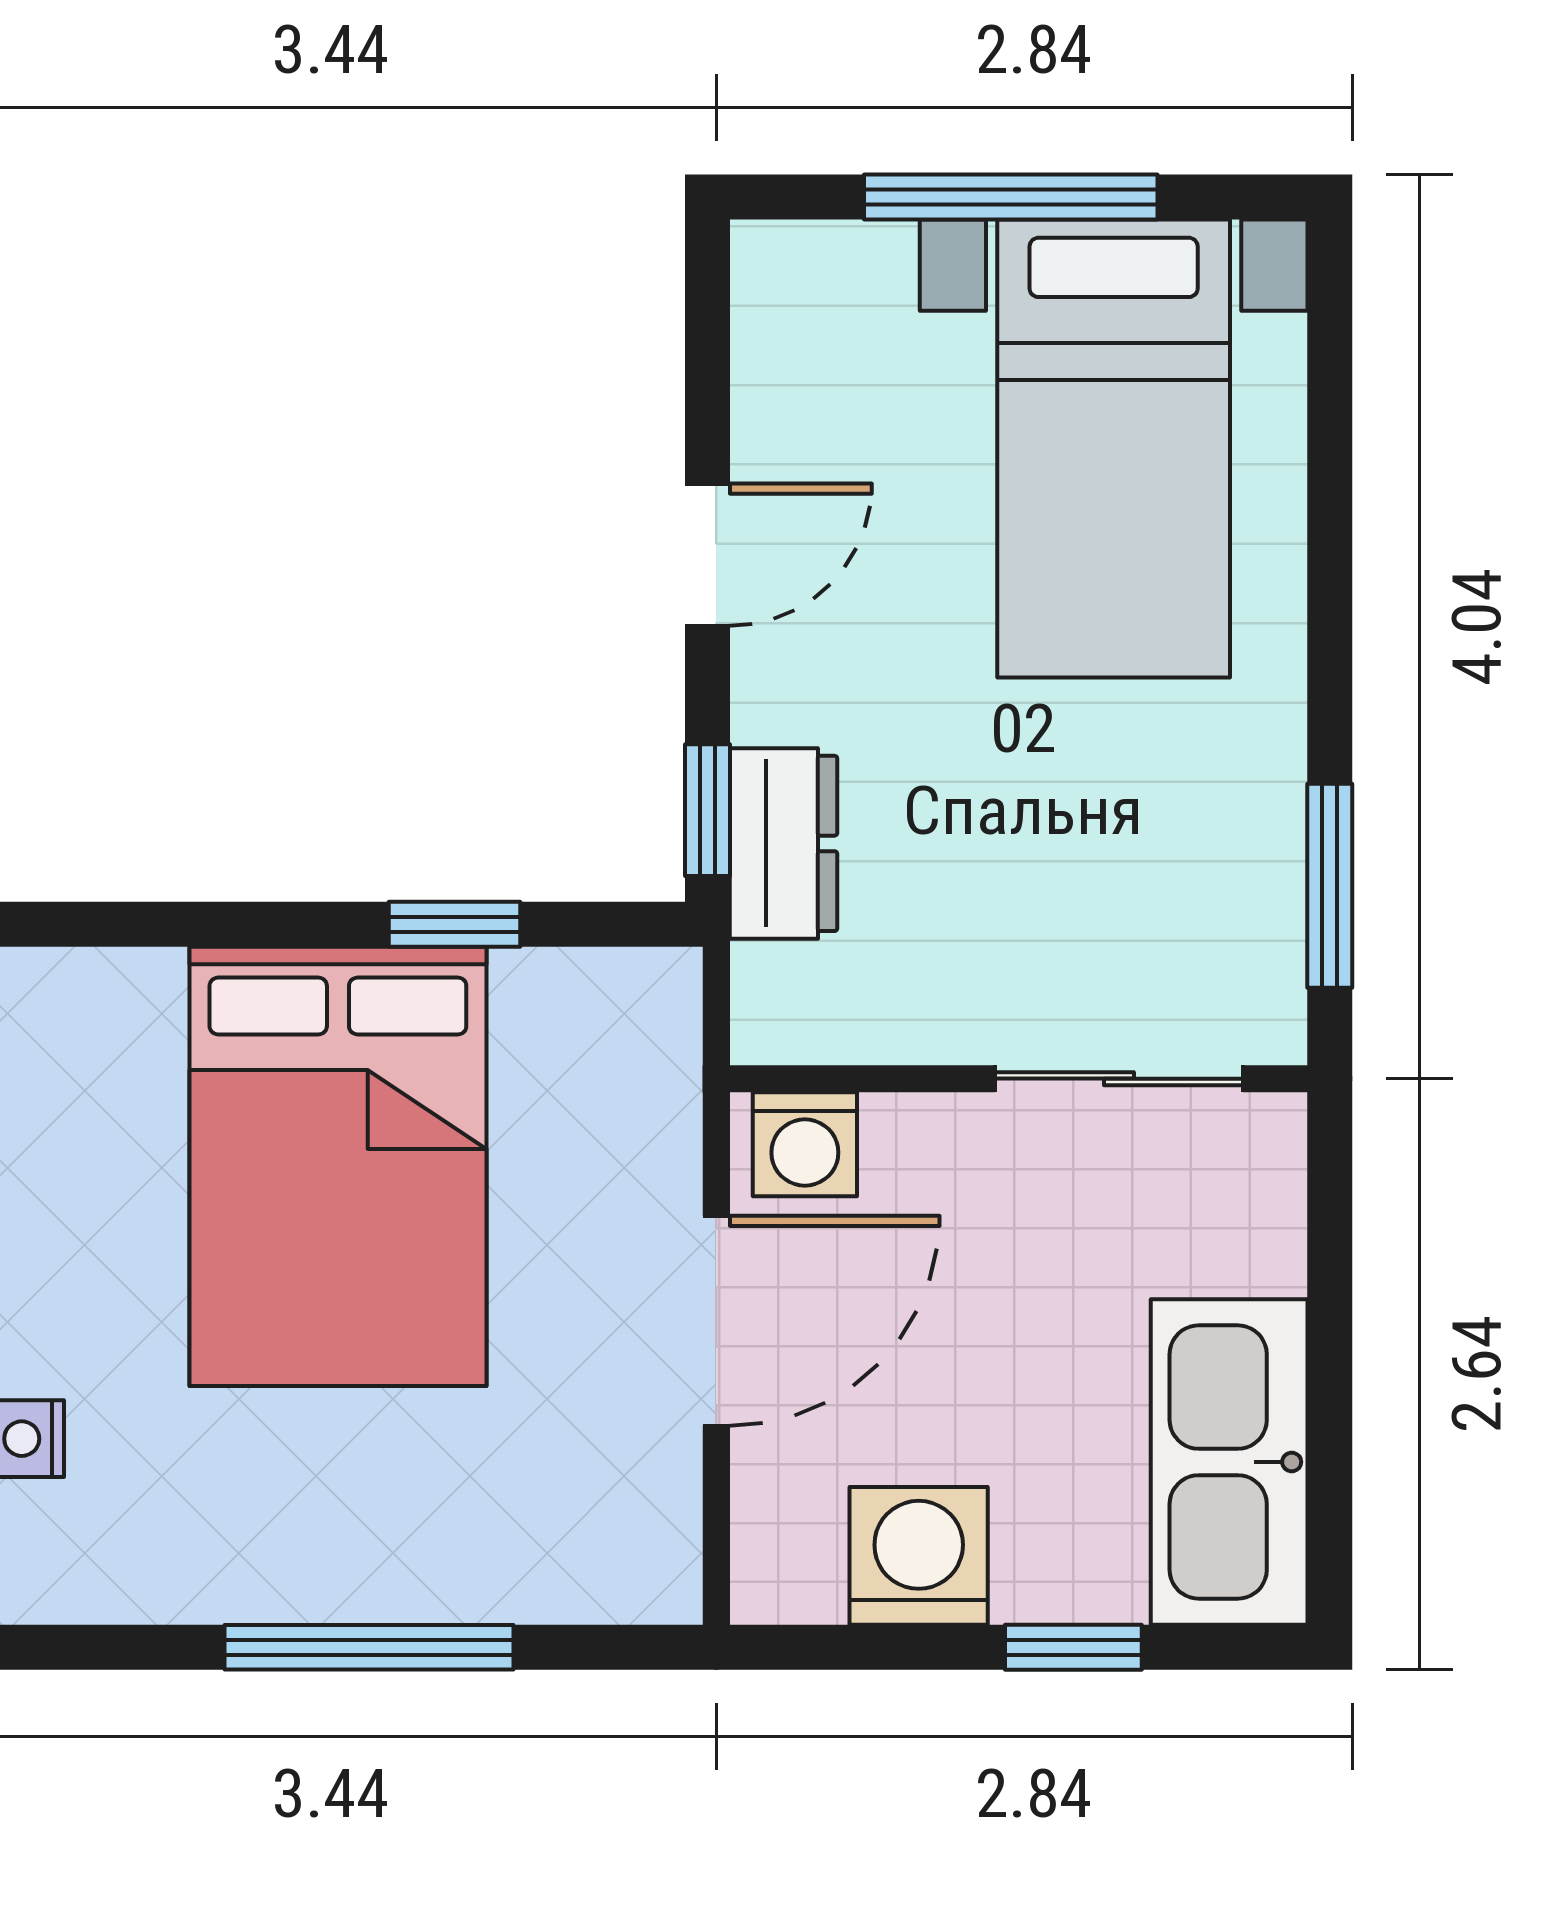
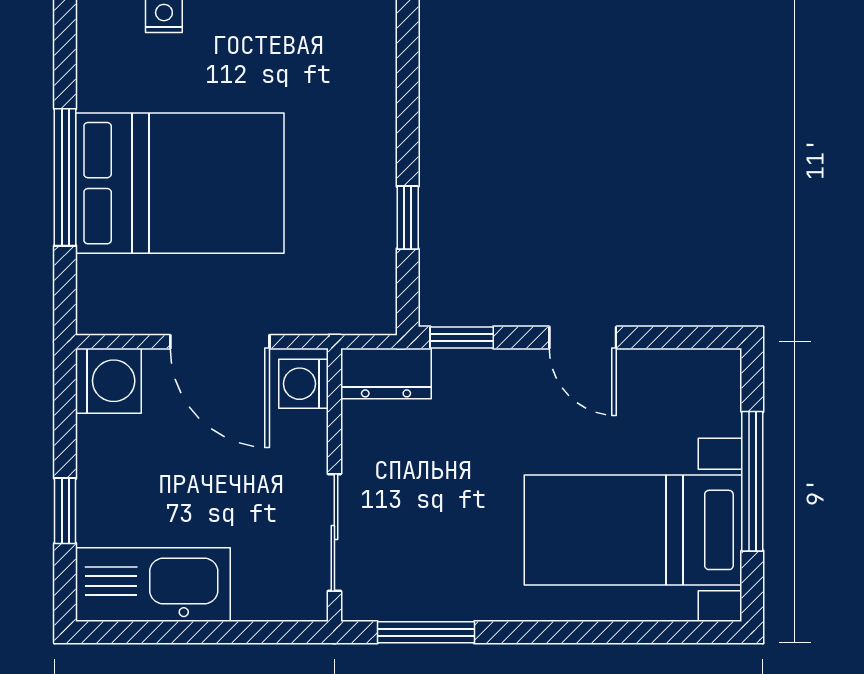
dresser: (784, 843) -> (386, 374), moved
bed: (338, 1166) -> (180, 183), moved, turned 180
washing machine: (919, 1556) -> (108, 381), moved

